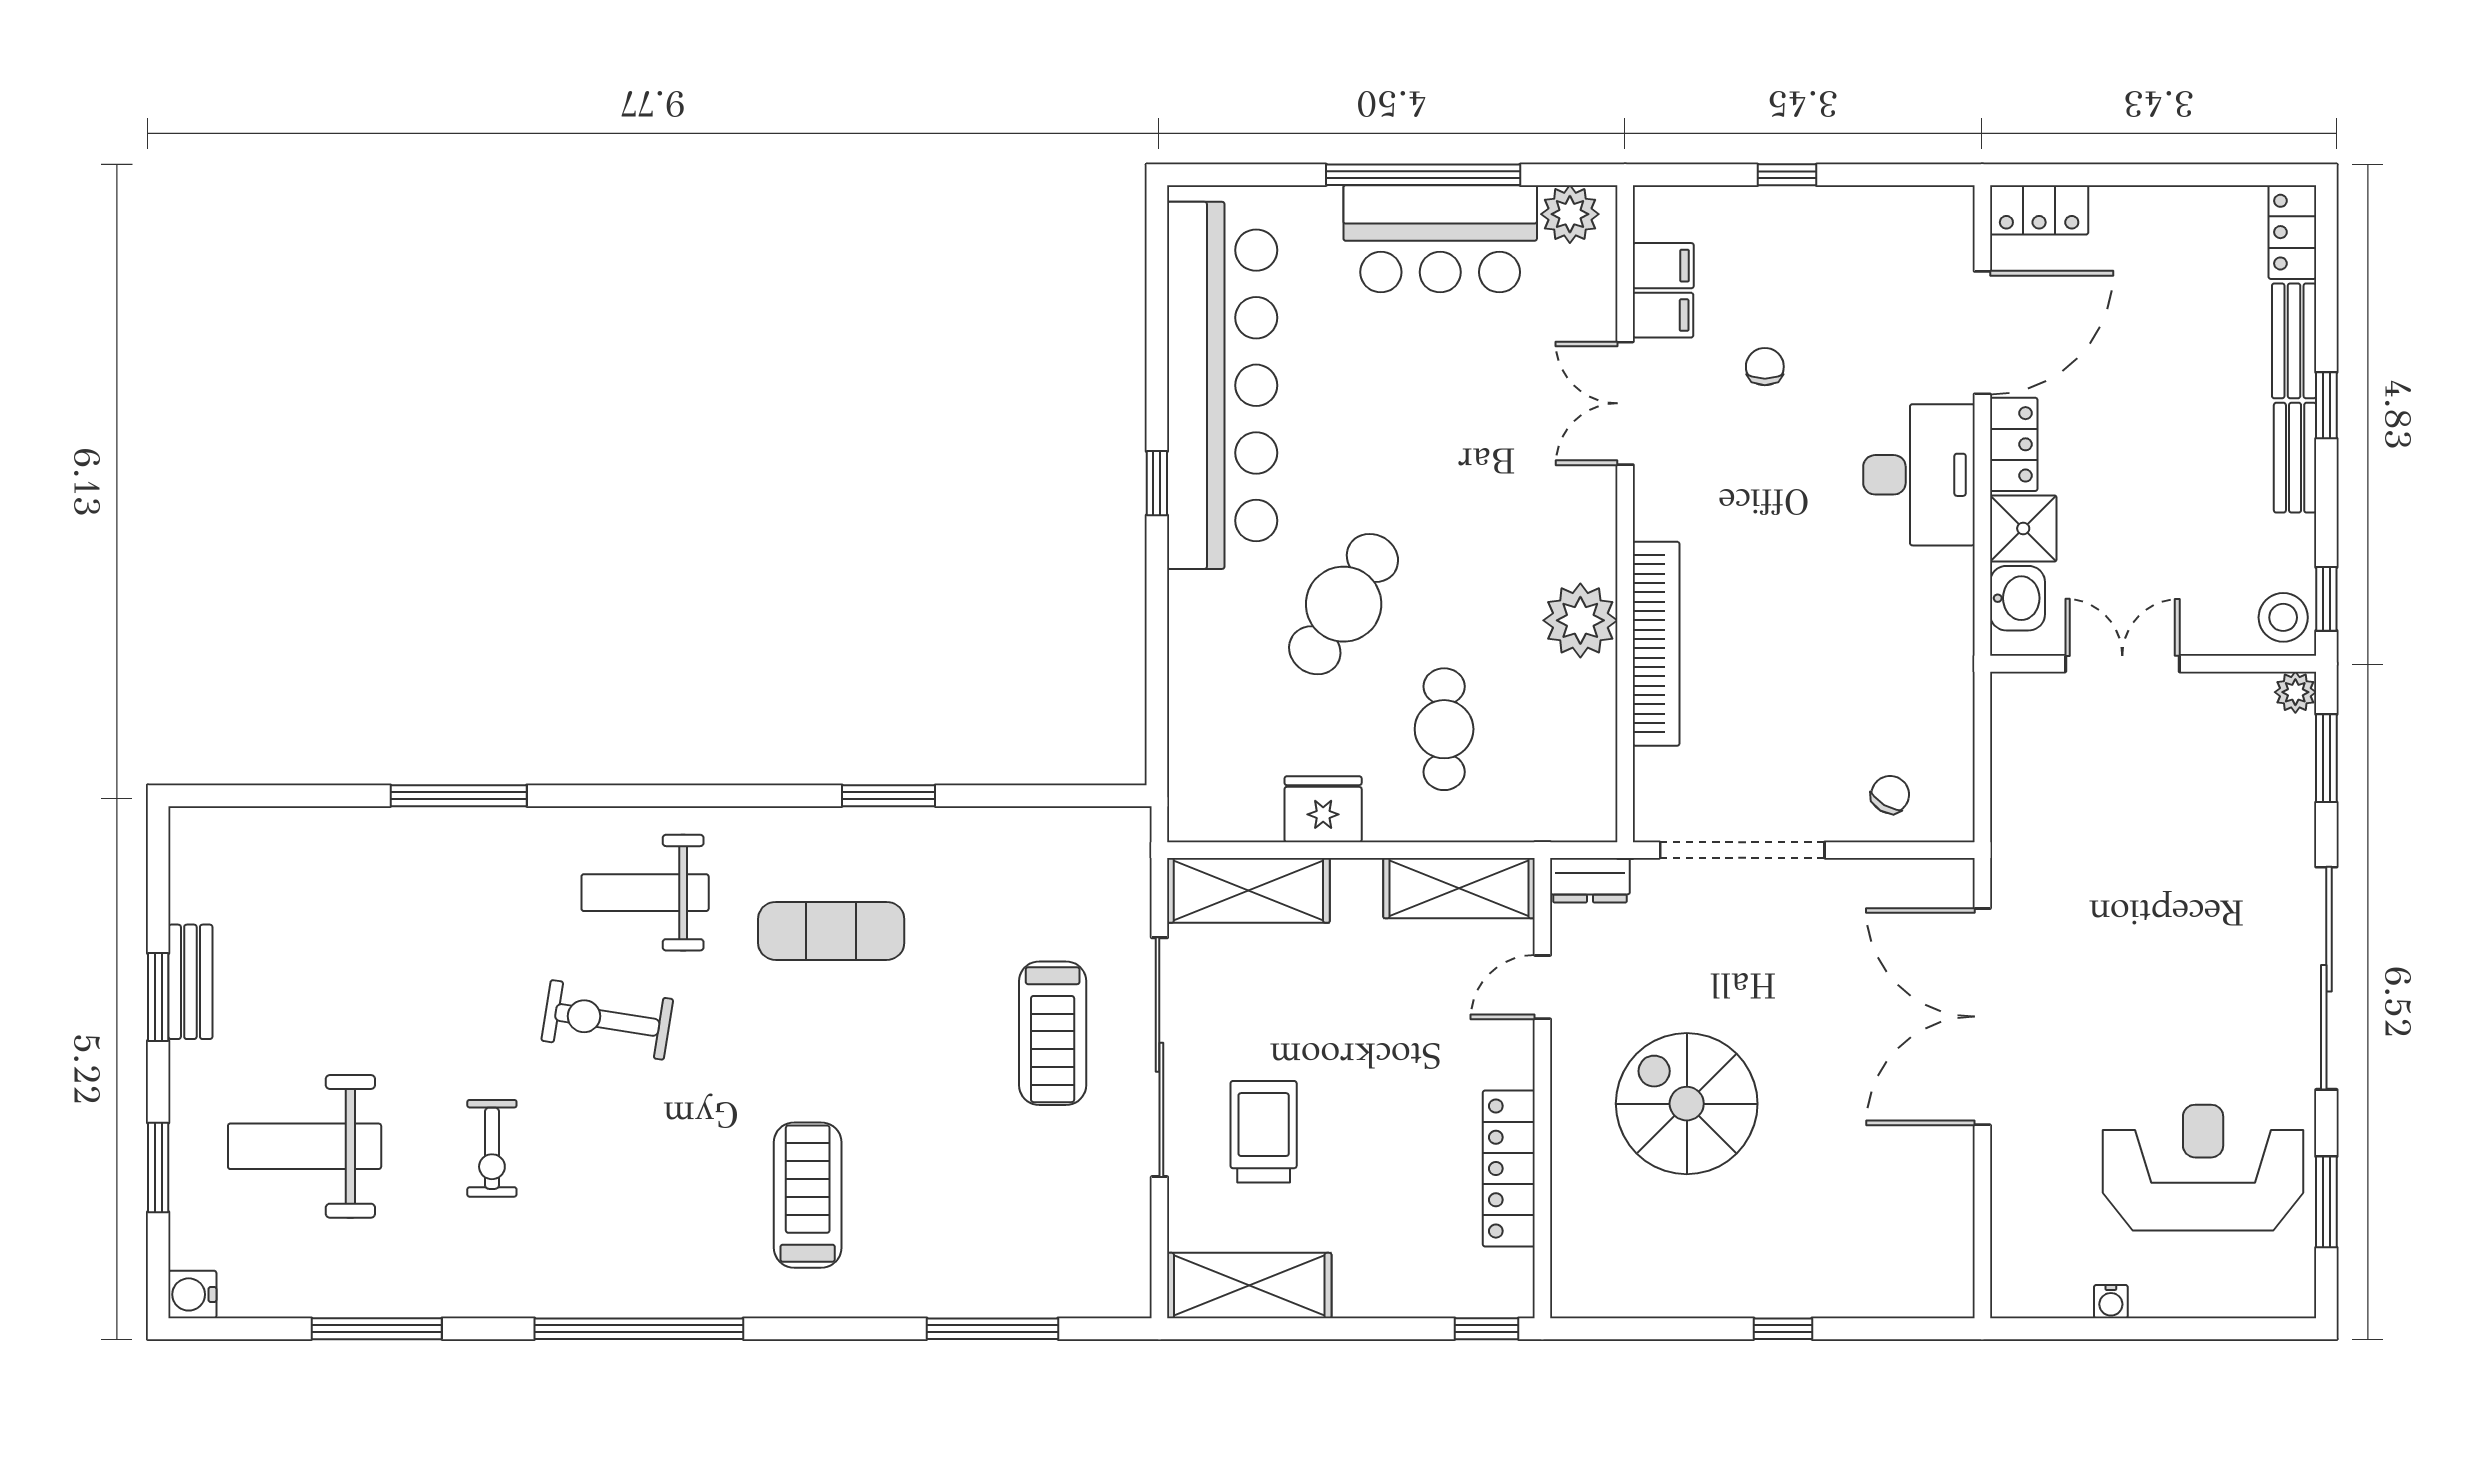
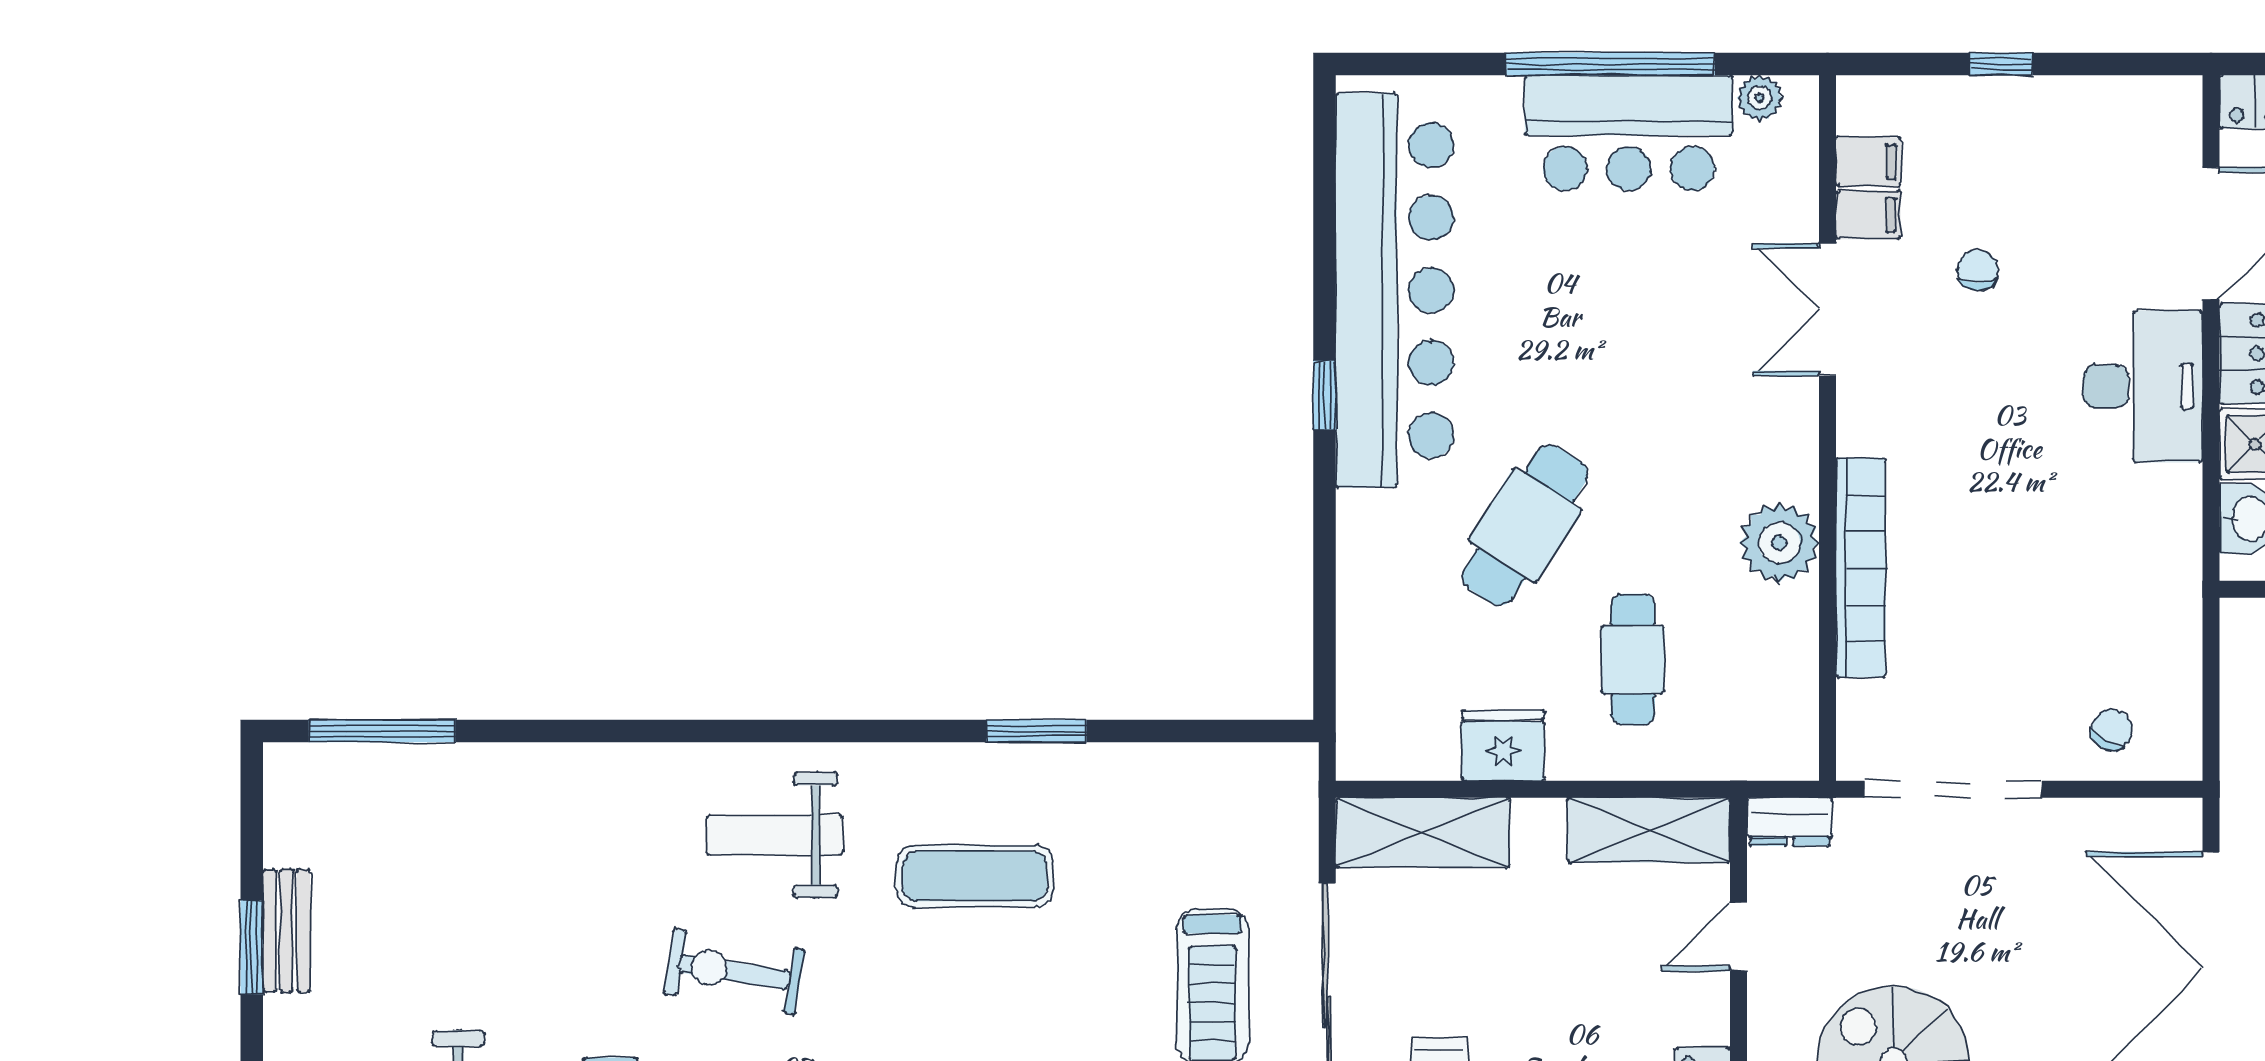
plant: (1570, 214) -> (1760, 98), width x0.73, depth x0.73
window: (459, 796) -> (382, 731), moved

